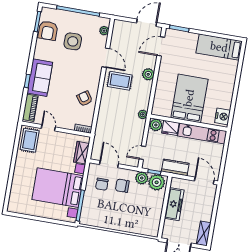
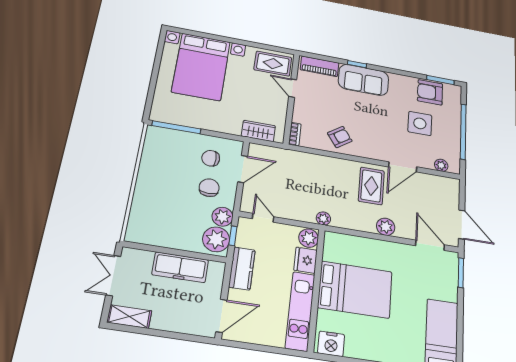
door: (48, 128) -> (293, 88), swing flipped
bed with nightstands: (58, 188) -> (201, 67), moved, turned 180

